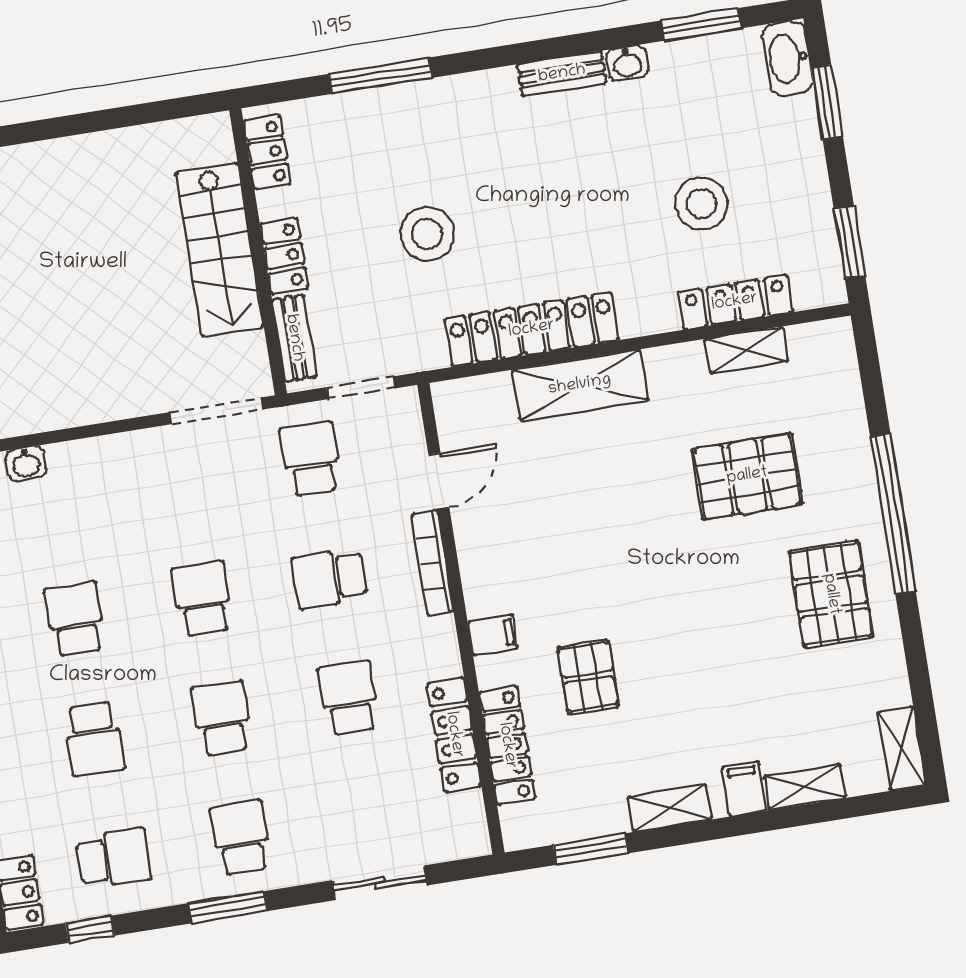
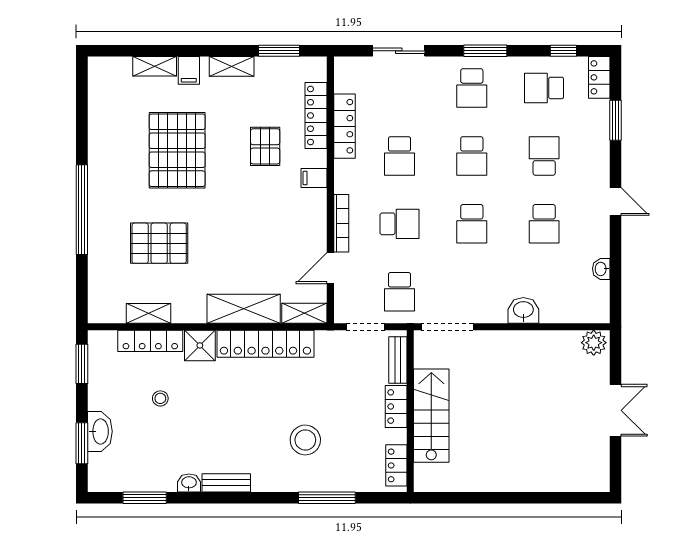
washbasin: (787, 58) -> (100, 431), moved
stool: (701, 204) -> (160, 398), width x0.53, depth x0.53
stool: (427, 234) -> (305, 440), moved
shower: (647, 308) -> (200, 345), added
washbasin: (26, 464) -> (523, 310), moved, width x1.38, depth x1.45
pallet: (831, 594) -> (177, 150), moved, width x1.37, depth x1.41
shelving: (902, 748) -> (304, 313), moved, turned 90

